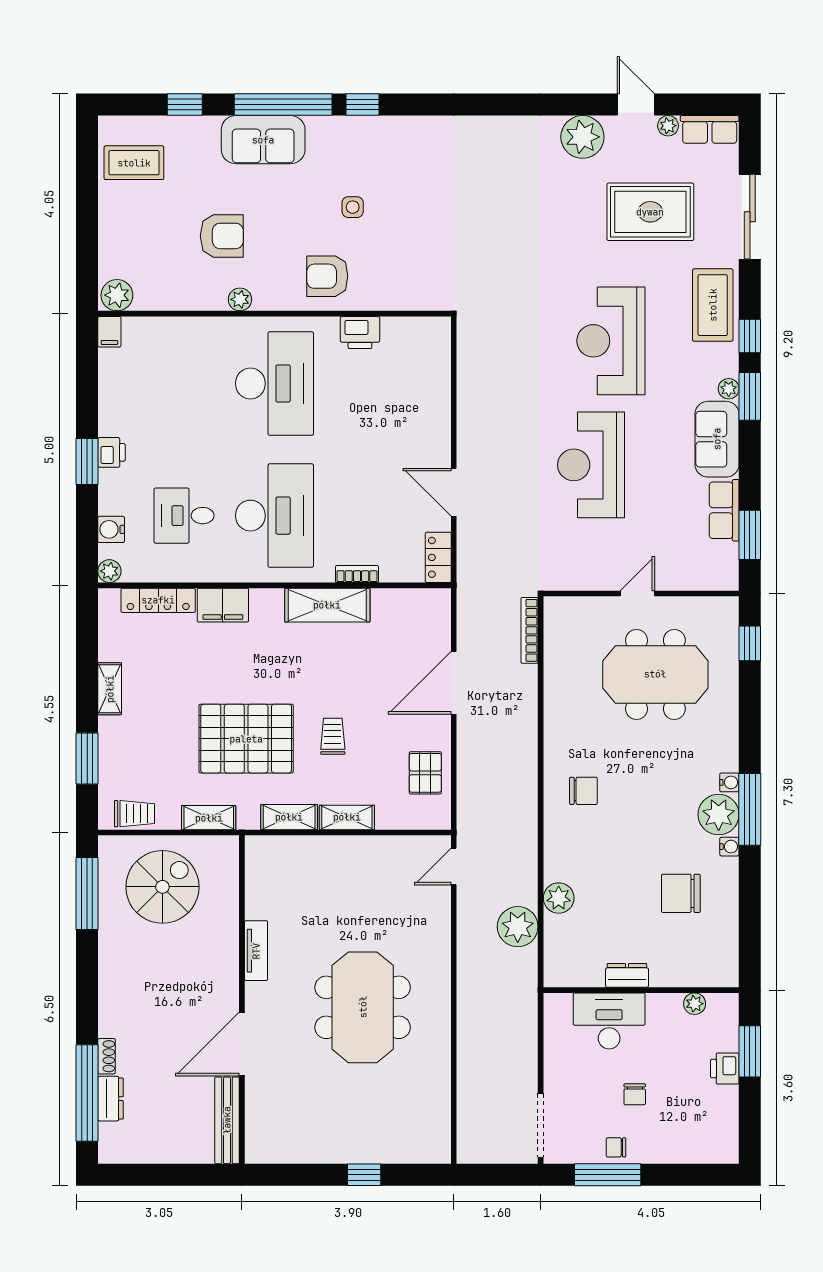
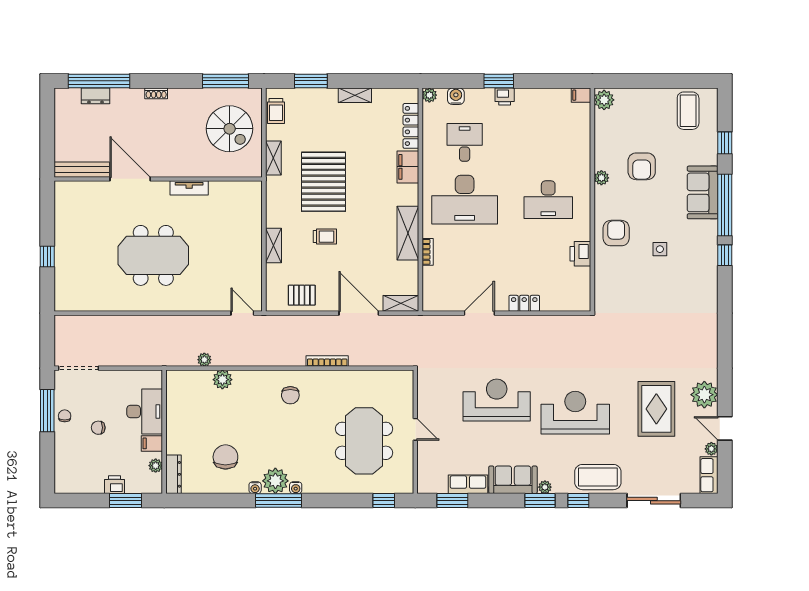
door: (636, 105) -> (725, 428), swing flipped
rug: (650, 212) -> (656, 409), moved
desk: (274, 383) -> (548, 200), width x0.73, depth x0.77
locker: (438, 557) -> (524, 303), moved
bookcase: (529, 630) -> (327, 361), moved
shelving: (289, 817) -> (401, 303), moved, turned 90
plant: (518, 927) -> (204, 360), width x0.53, depth x0.53
dresser: (627, 975) -> (173, 474), moved, width x1.44
filing cabinet: (660, 1009) -> (152, 443), added
shoe rack: (107, 1056) -> (156, 93), moved

